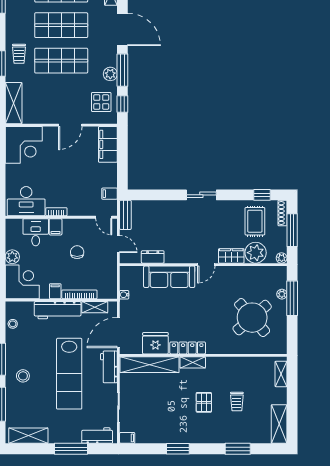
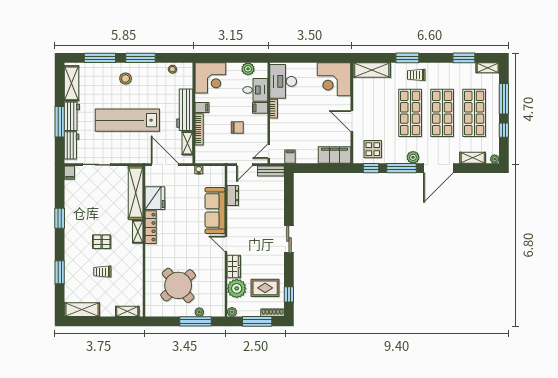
plant: (110, 74) -> (413, 157), moved
plant: (12, 257) -> (248, 69), moved
workbench: (109, 367) -> (72, 116), moved, turned 90

